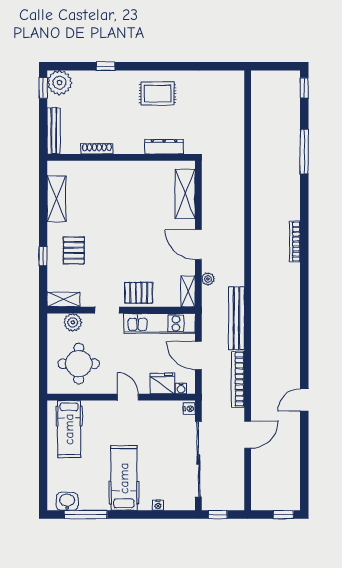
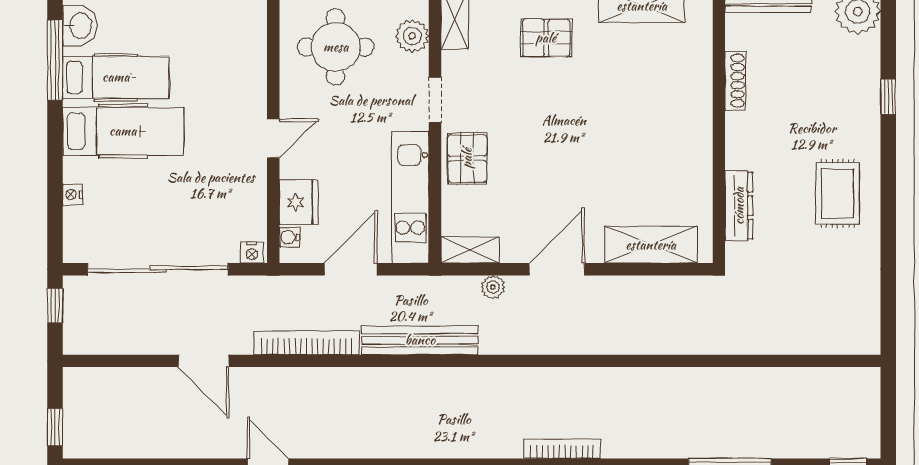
hospital bed: (69, 429) -> (116, 77), moved, turned 180

